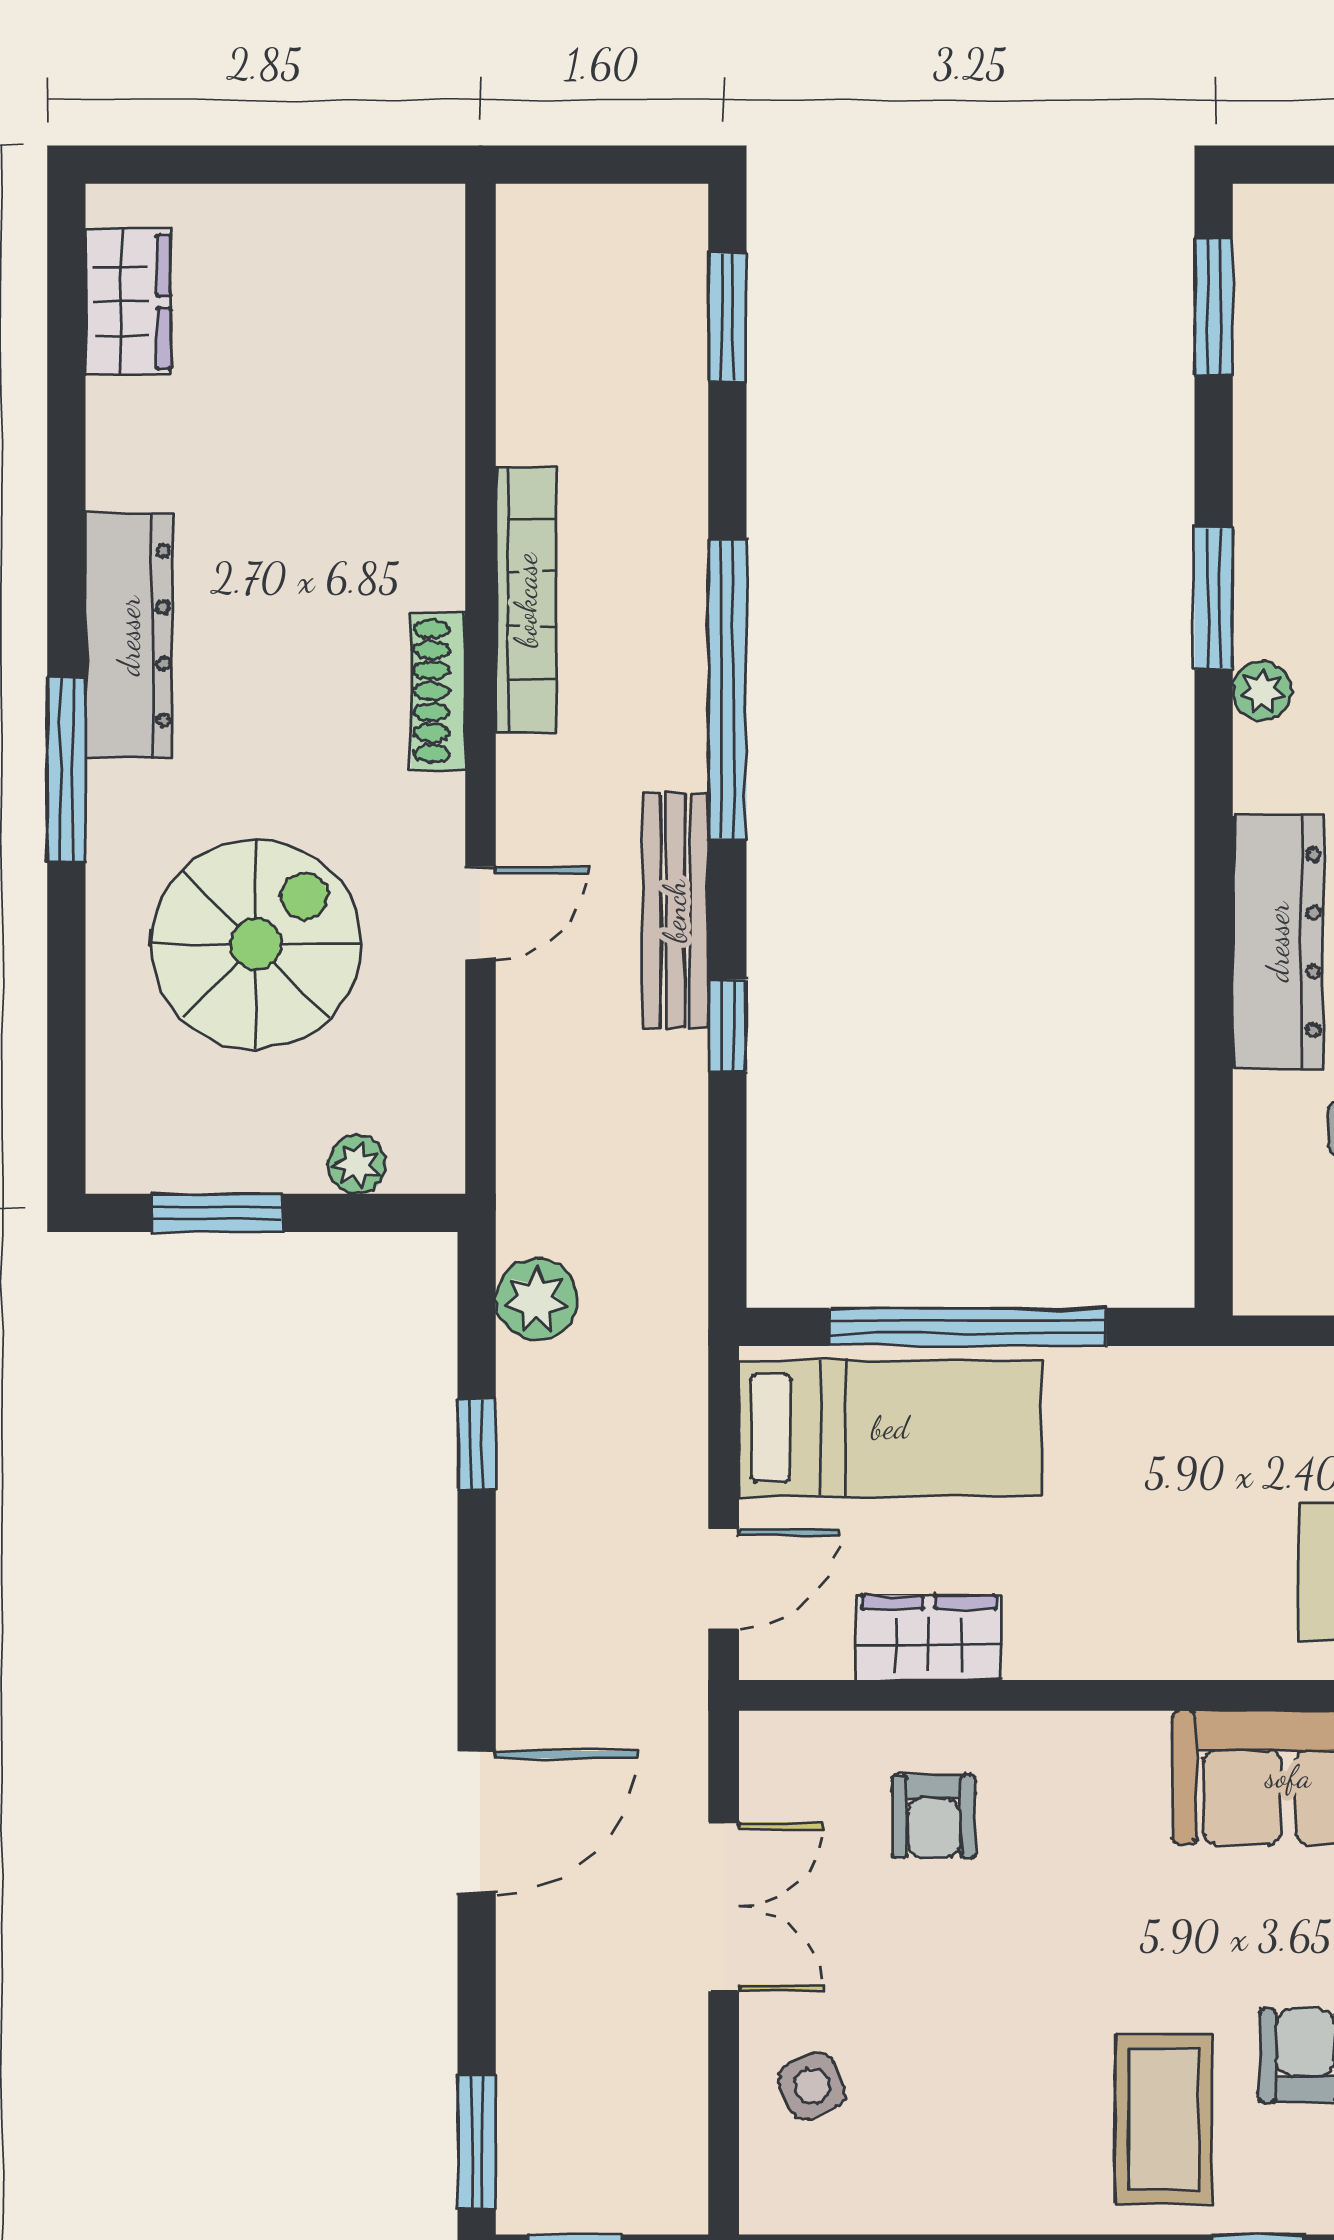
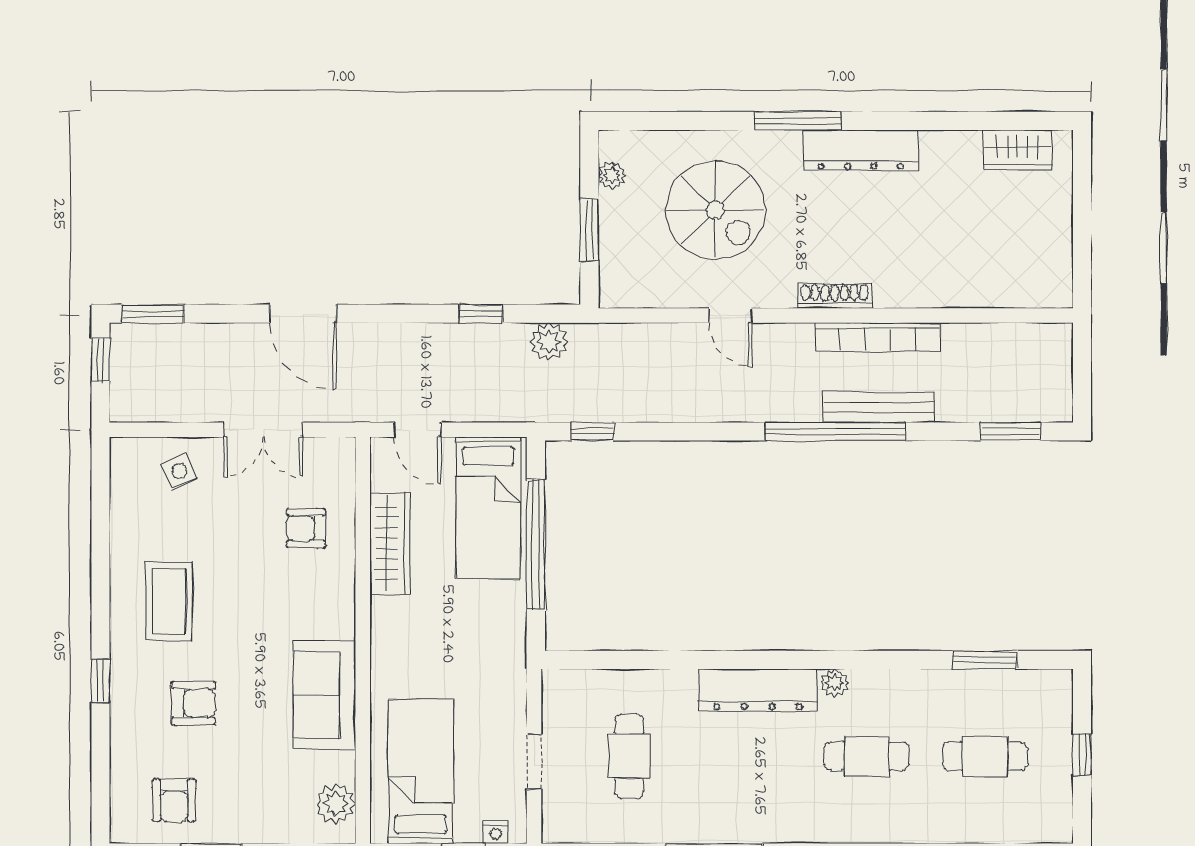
window: (1214, 306) -> (985, 660), moved
window: (1214, 599) -> (878, 660), removed
bench: (675, 911) -> (879, 407), moved
dresser: (1278, 942) -> (758, 690), moved
window: (727, 1025) -> (592, 431), moved
plant: (357, 1165) -> (612, 175), moved
window: (217, 1213) -> (589, 230), moved
wardrobe: (929, 1638) -> (390, 543), width x1.50
coffee table: (1164, 2119) -> (169, 601), moved, turned 90

